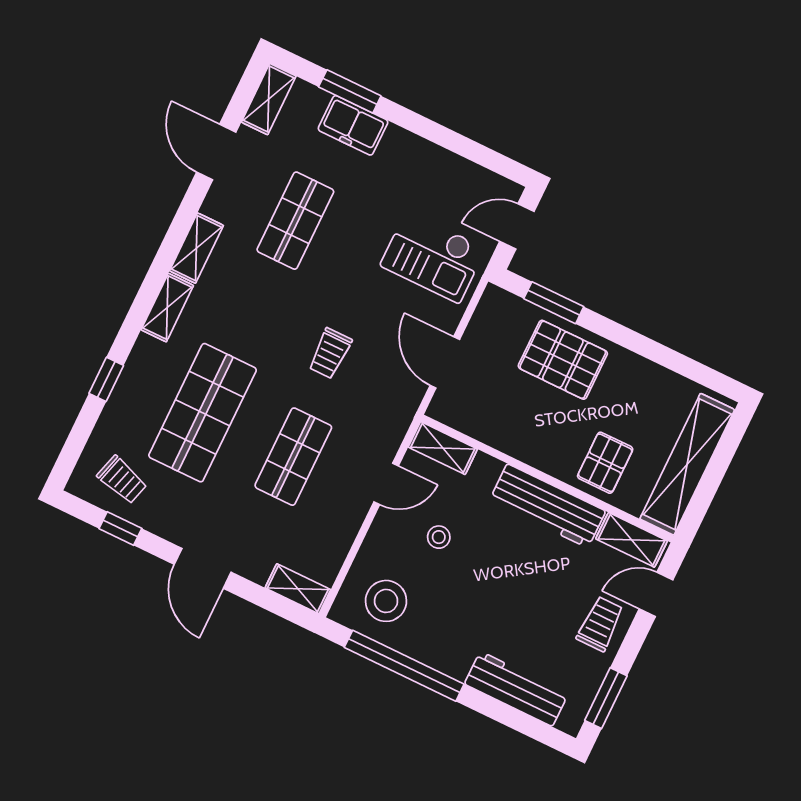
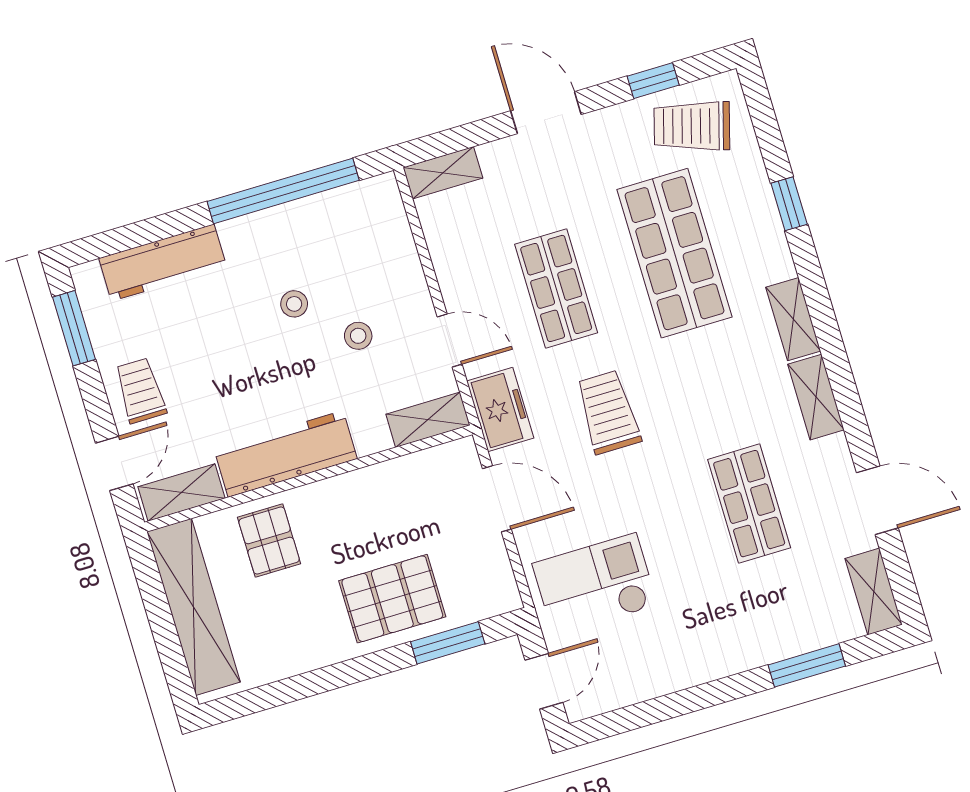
freezer: (353, 125) -> (500, 410), moved, turned 90
trolley: (330, 353) -> (608, 412), width x1.36, depth x1.39
trolley: (122, 480) -> (692, 126), width x1.36, depth x1.39
door: (386, 484) -> (450, 340), swing flipped
stool: (386, 601) -> (294, 304), moved, width x0.53, depth x0.53
trolley: (600, 624) -> (140, 391), turned 180

